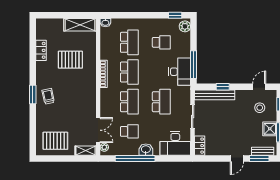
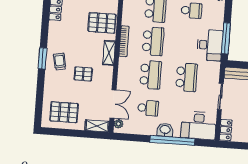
pallet: (70, 60) -> (102, 23), moved
shelving: (91, 85) -> (109, 53), added
pallet: (70, 106) -> (83, 74), added
window: (135, 158) -> (172, 140), moved

